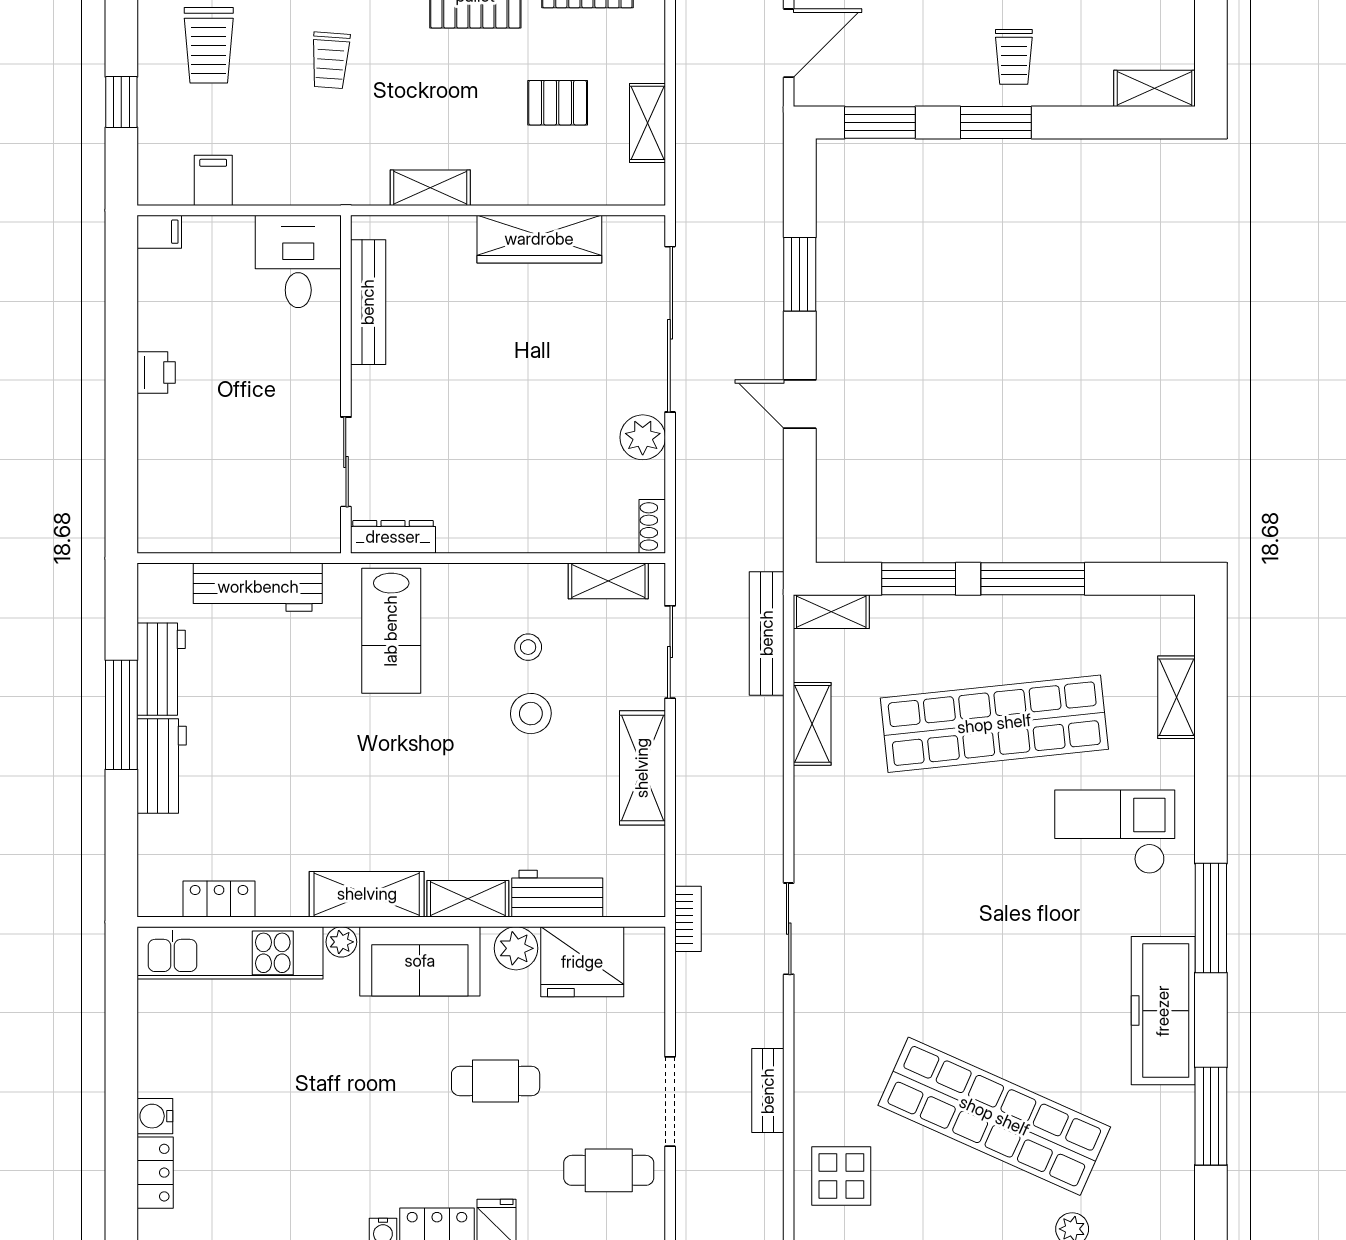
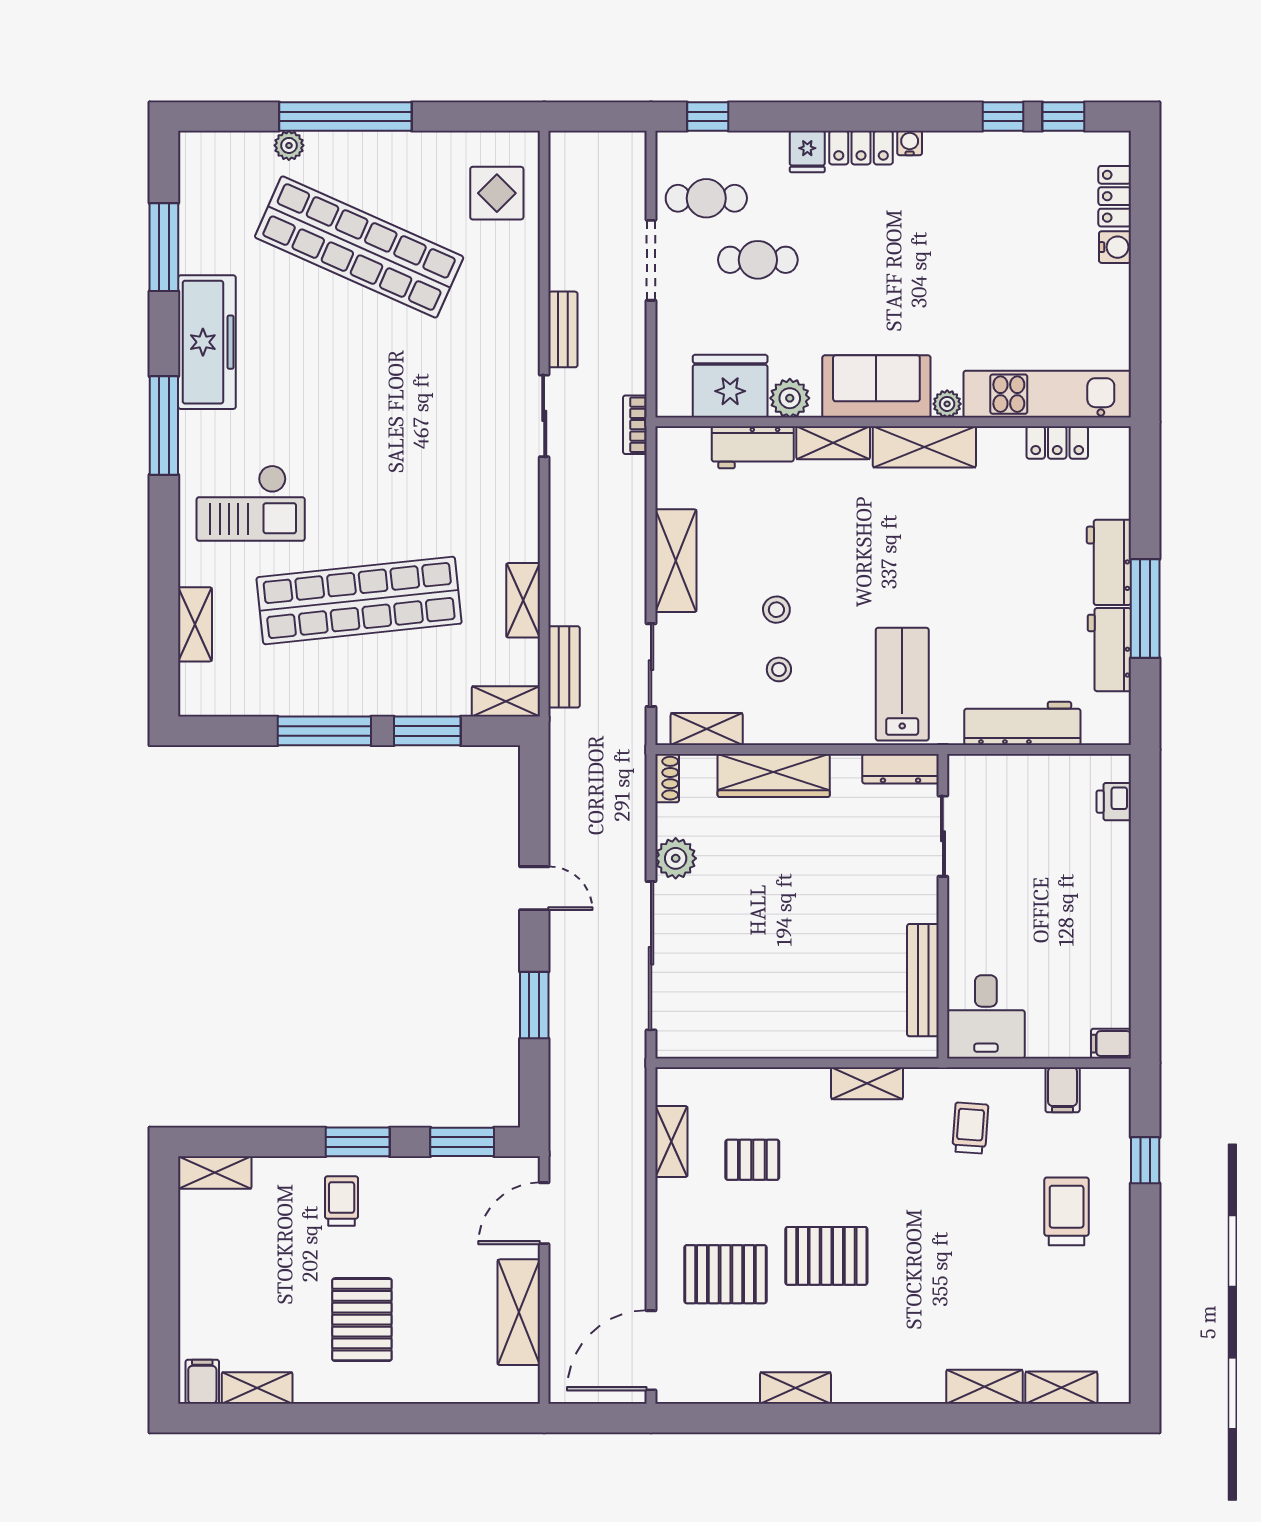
trolley: (330, 60) -> (970, 1128), moved
wardrobe: (539, 239) -> (774, 775), moved, turned 180
printer: (156, 373) -> (1114, 802), moved
bench: (767, 633) -> (564, 667), width x0.73
stool: (531, 714) -> (776, 610), width x0.73, depth x0.73
cafe table: (496, 1081) -> (758, 260), moved
bench: (768, 1091) -> (563, 329), moved

